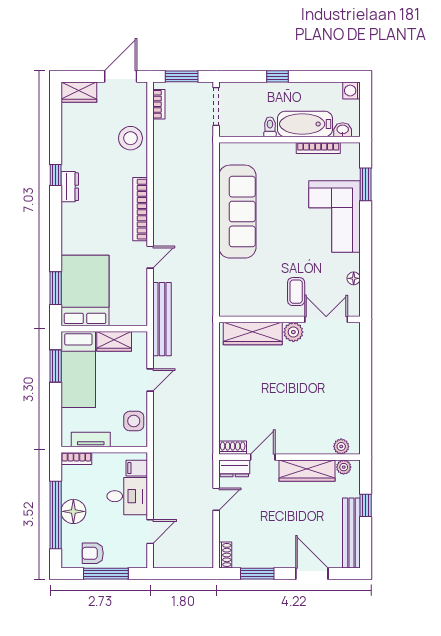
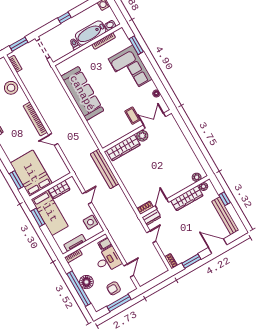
door: (150, 257) -> (53, 139), swing flipped
bench: (162, 319) -> (105, 169), moved
armchair: (93, 553) -> (114, 288), moved

